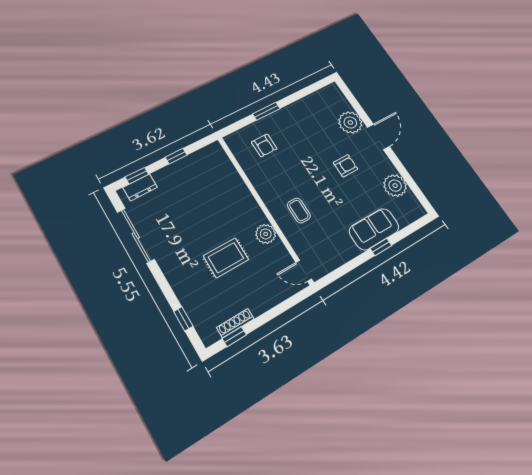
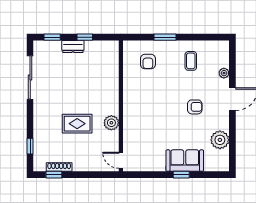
plant: (350, 122) -> (224, 73), width x0.53, depth x0.53
dresser: (140, 187) -> (73, 46), moved
coffee table: (299, 211) -> (191, 61), moved

